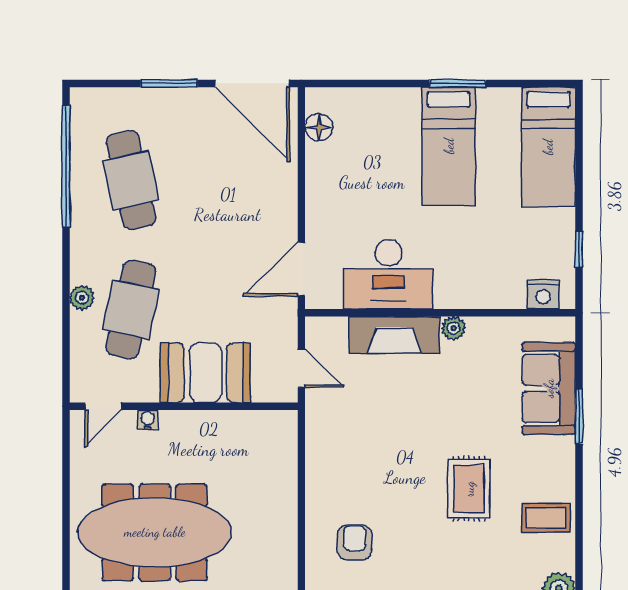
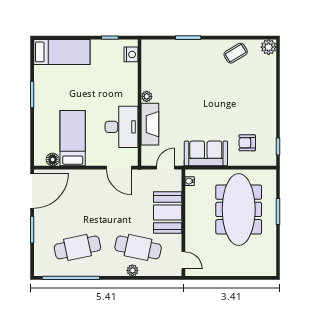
bed: (449, 146) -> (73, 138), moved, turned -90
sofa: (549, 388) -> (206, 153), moved, turned 180
water cooler: (148, 420) -> (190, 181), moved
rug: (469, 489) -> (222, 89), removed
coffee table: (546, 518) -> (236, 53), turned 59
meeting table: (155, 532) -> (239, 209), moved

